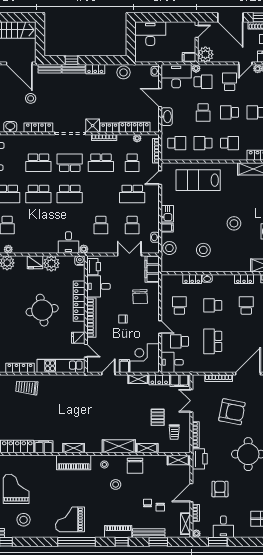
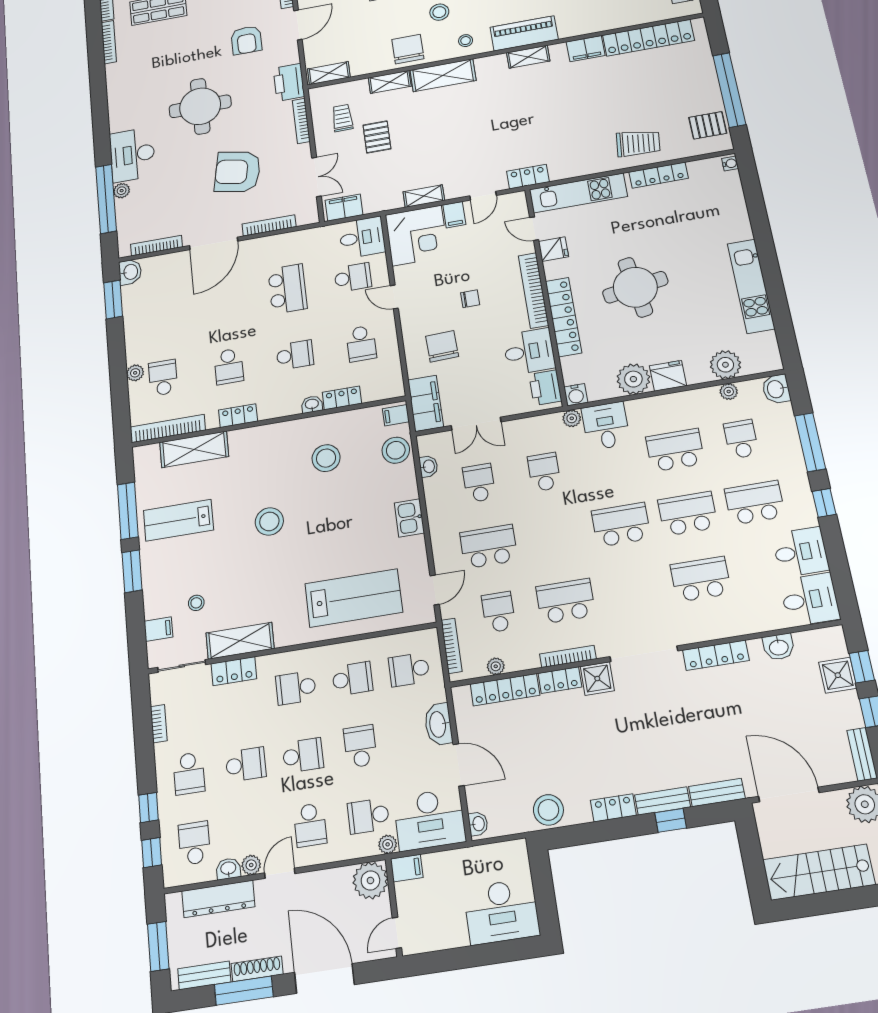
stool: (31, 98) -> (746, 718), removed
school desk: (70, 163) -> (675, 450), moved, turned 180
filing cabinet: (167, 228) -> (396, 415), moved
locker: (159, 380) -> (528, 177), moved

